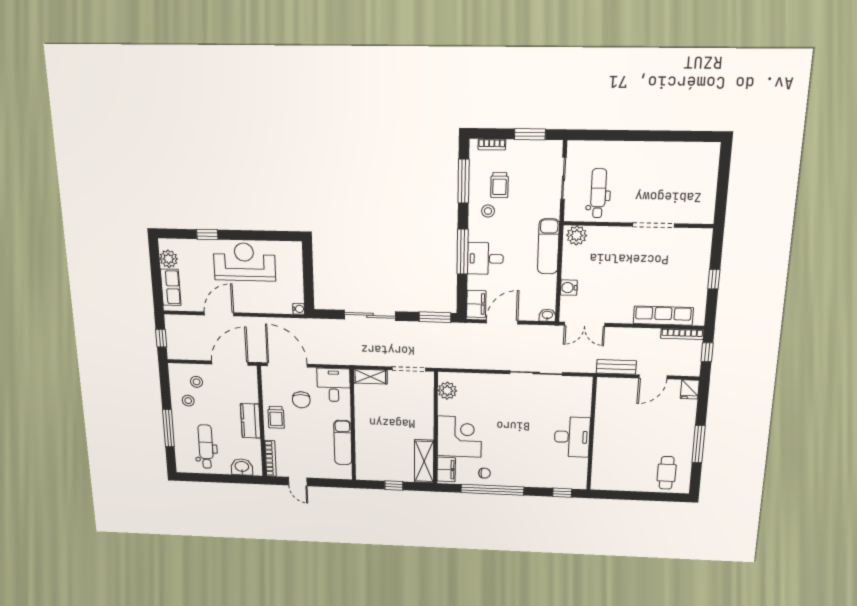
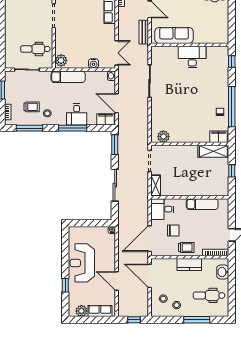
sofa: (608, 412) -> (174, 35), added
corner desk: (459, 437) -> (195, 128), removed

